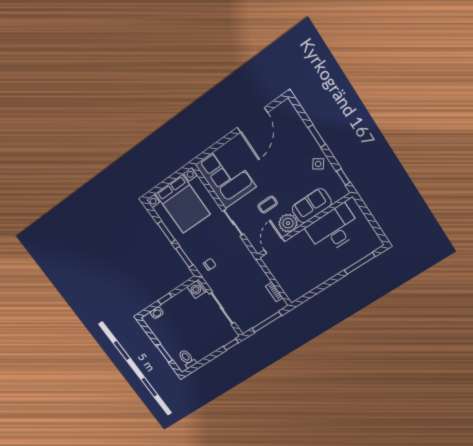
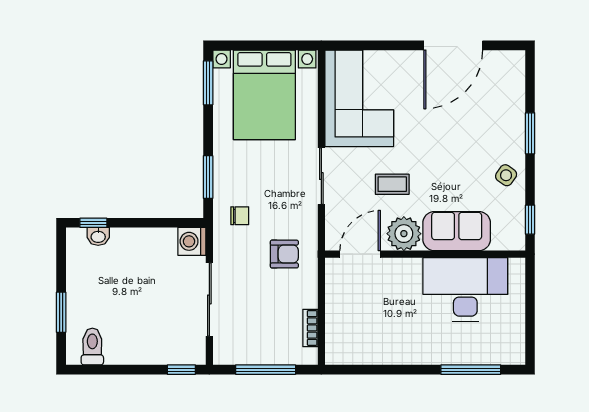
window: (166, 232) -> (208, 83), moved
armchair: (241, 268) -> (284, 254), added
window: (165, 299) -> (93, 223), moved

